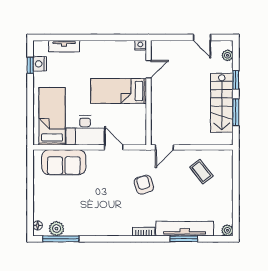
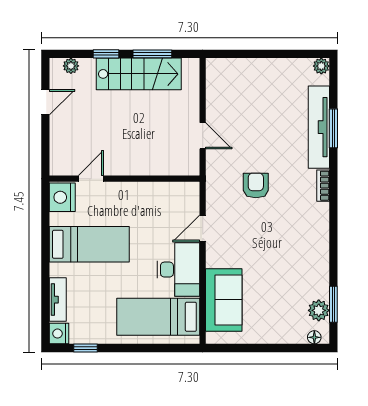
nightstand: (140, 45) -> (62, 197), width x1.89, depth x1.79
nightstand: (40, 64) -> (59, 334), moved, turned 90
door: (149, 69) -> (91, 179), hinge flipped
bed: (119, 91) -> (89, 244), moved, turned -90
door: (164, 147) -> (203, 136), moved
coffee table: (201, 172) -> (237, 103), removed
armchair: (144, 185) -> (256, 185), turned 107
window: (61, 239) -> (333, 304), width x0.69

